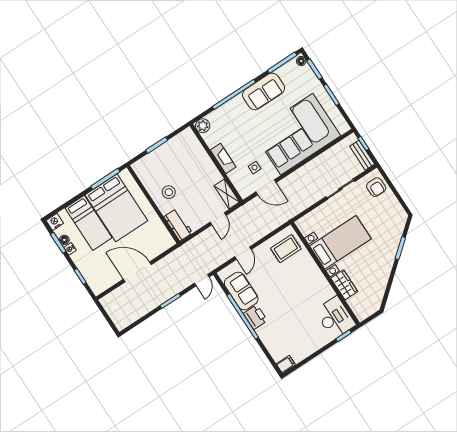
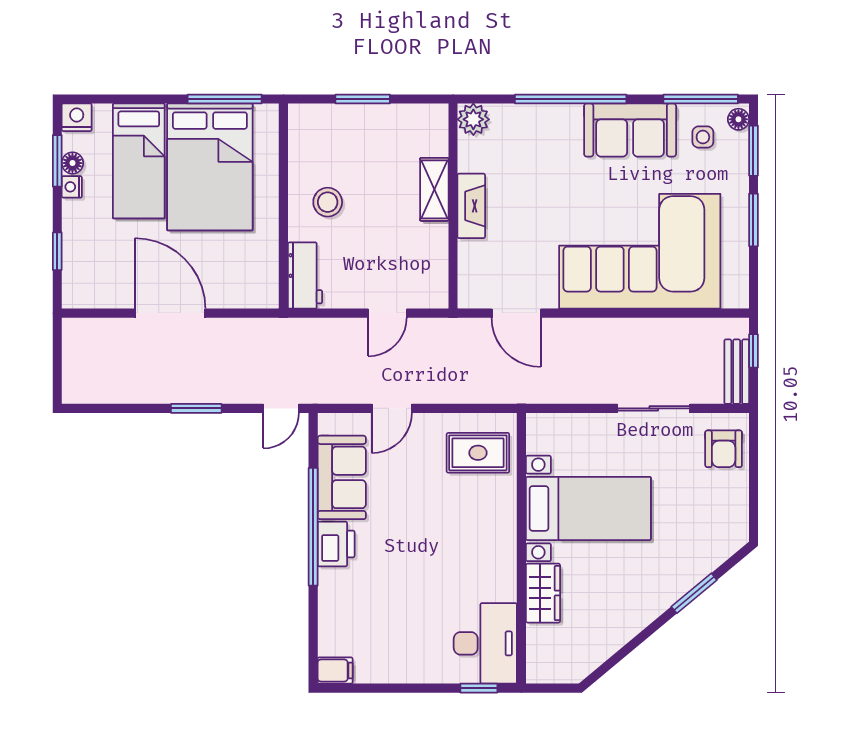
side table: (255, 168) -> (703, 137), moved
shelving: (227, 194) -> (434, 189), moved

